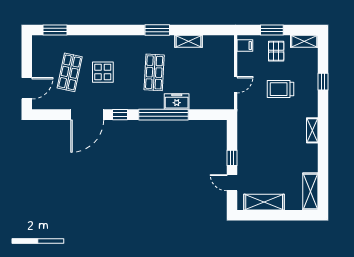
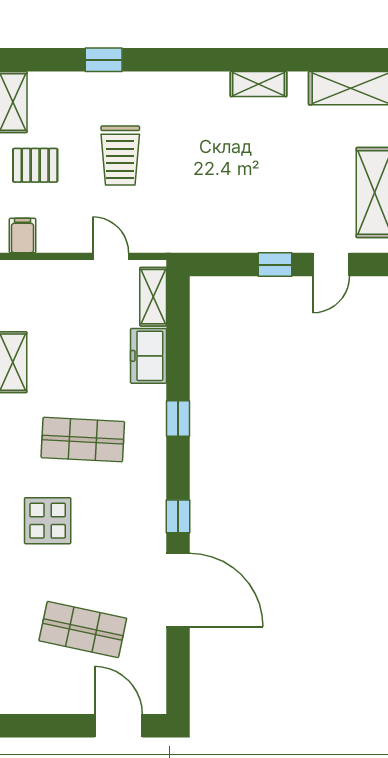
display table: (103, 72) -> (48, 521), moved
freezer: (177, 102) -> (148, 356), moved
shelving: (218, 104) -> (153, 297), added
window: (163, 115) -> (178, 419), width x0.32
shelving: (312, 130) -> (259, 84), moved

